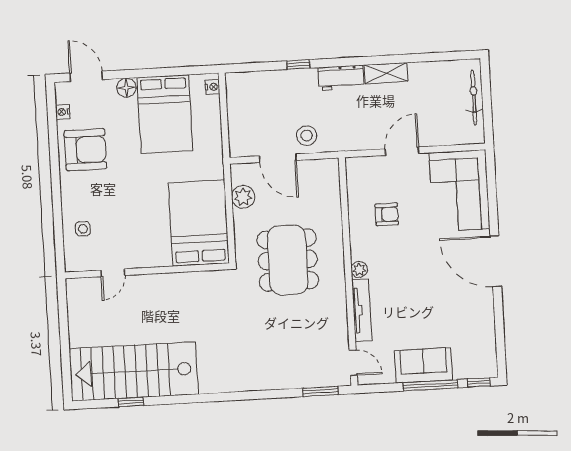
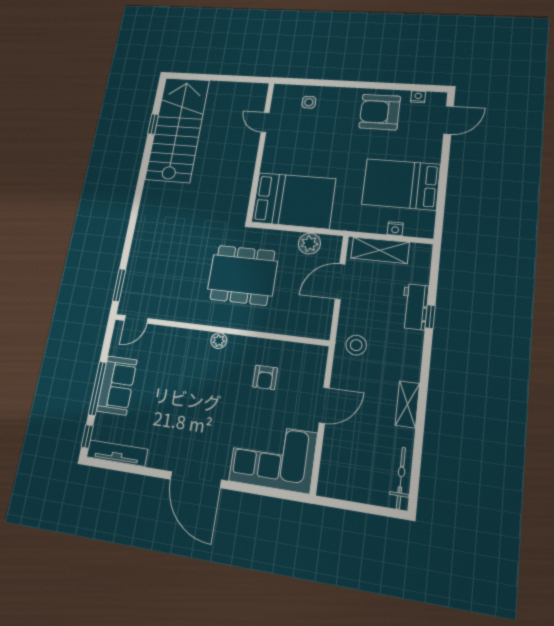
workbench: (341, 78) -> (415, 307), moved
nightstand: (212, 87) -> (395, 229), moved
floor lamp: (126, 88) -> (432, 153), removed
bicycle: (474, 97) -> (401, 478), moved, turned -90
shelving: (239, 124) -> (380, 250), added
stool: (307, 136) -> (356, 345), moved
armchair: (85, 150) -> (380, 112), turned 90
door: (402, 151) -> (324, 405), hinge flipped
door: (496, 261) -> (196, 480), swing flipped
tv unit: (362, 310) -> (117, 453), moved, turned 180

